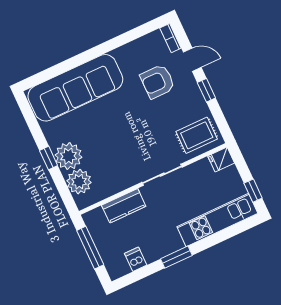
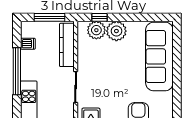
window: (49, 158) -> (99, 17), moved
kitchen counter: (124, 206) -> (67, 45), width x1.50
window: (176, 257) -> (17, 71), width x2.11

